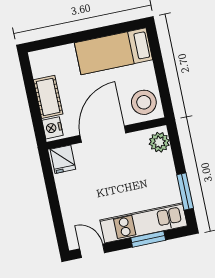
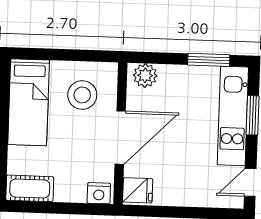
cot: (48, 97) -> (30, 188), moved
stool: (144, 102) -> (82, 95), moved
door: (103, 134) -> (120, 138), swing flipped

